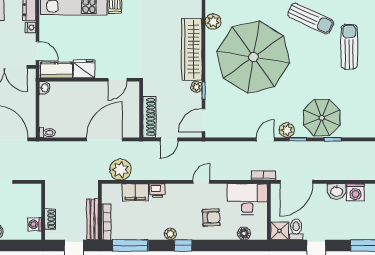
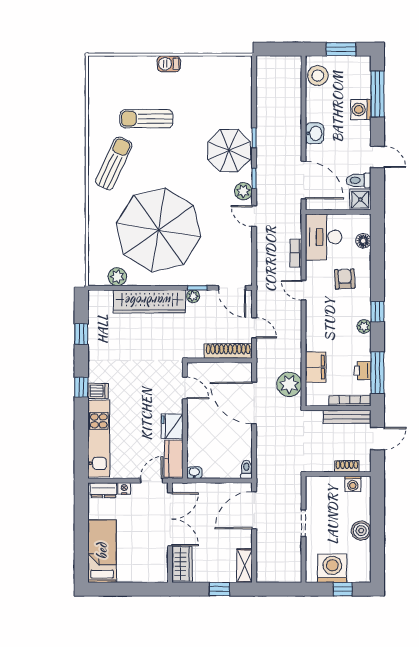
bookcase: (263, 175) -> (296, 253), moved
printer: (157, 191) -> (363, 370), moved, turned 180
washing machine: (355, 192) -> (361, 109), moved, turned 180

